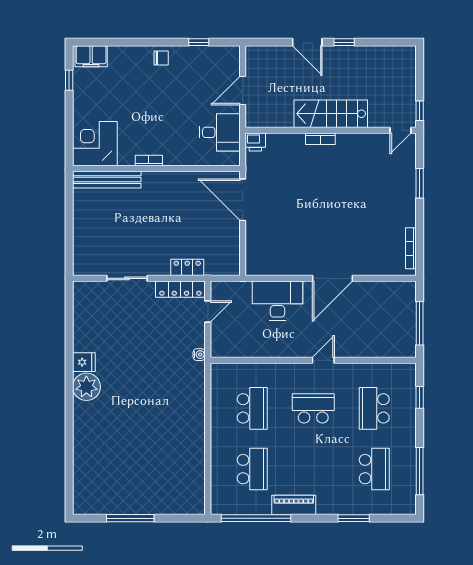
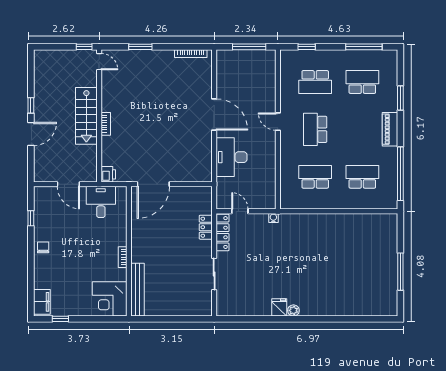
plant: (86, 387) -> (293, 310), width x0.53, depth x0.53
piano: (294, 505) -> (390, 129), moved

